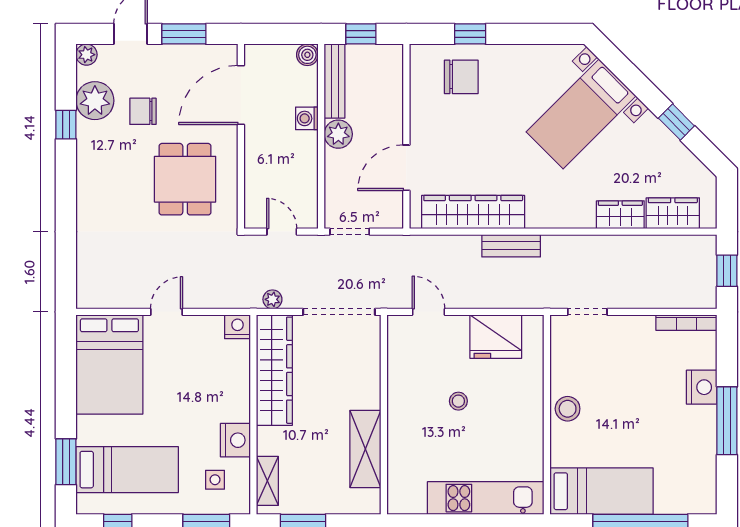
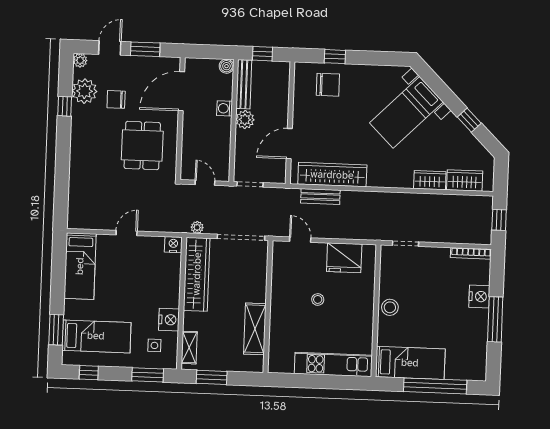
bench: (511, 246) -> (320, 197), moved
bed: (109, 364) -> (80, 266), width x0.67

